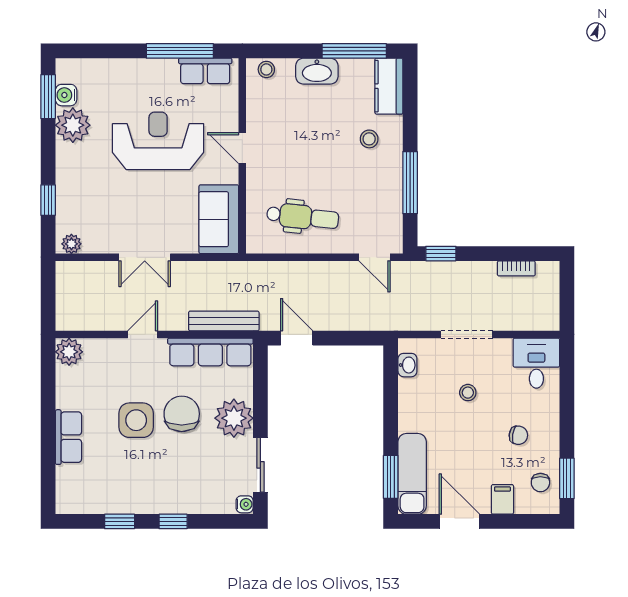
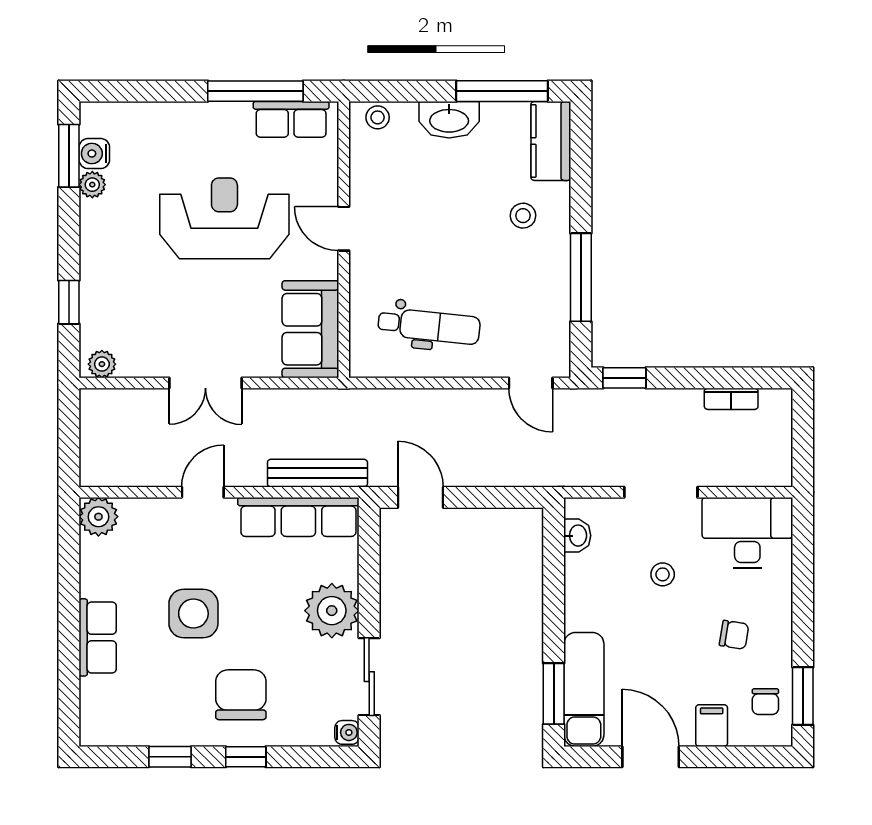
plant: (73, 125) -> (92, 185), width x0.53, depth x0.53
desk: (536, 363) -> (747, 533), width x1.37
chair: (182, 414) -> (241, 695), moved

